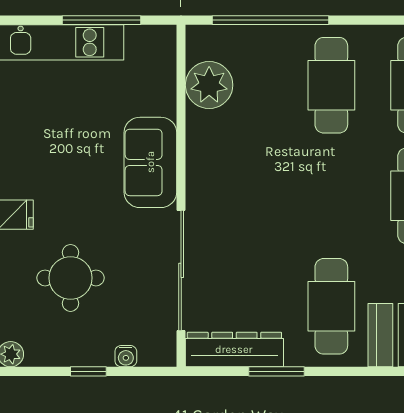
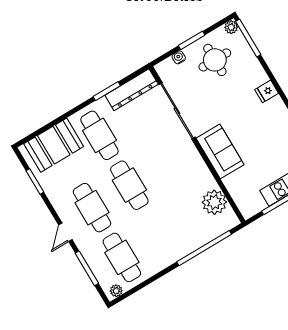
cafe table: (331, 85) -> (129, 185), moved
round table: (71, 278) -> (215, 60), moved
window: (88, 371) -> (192, 40), width x1.50

